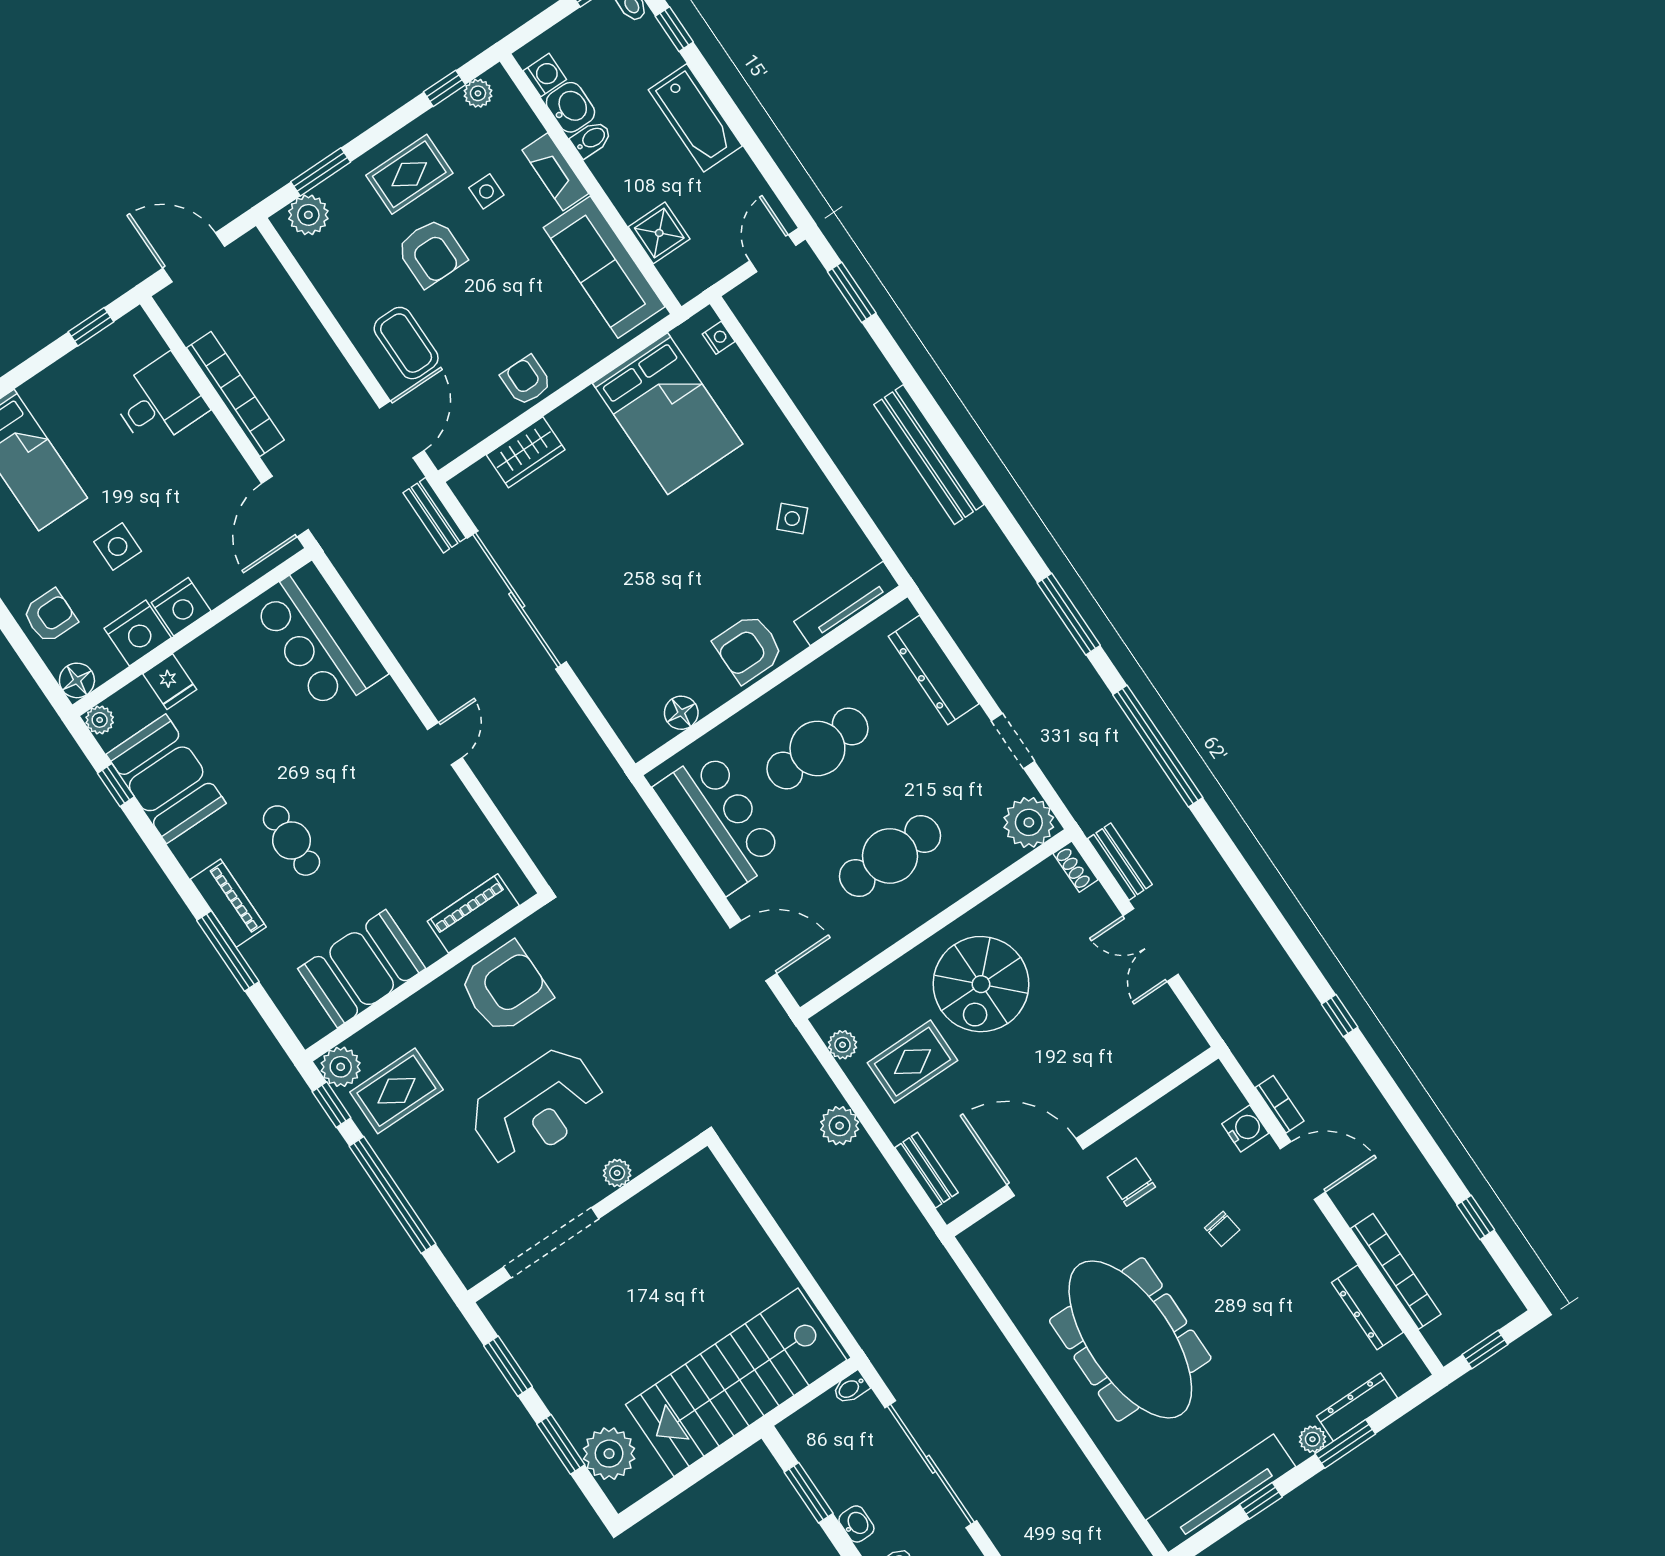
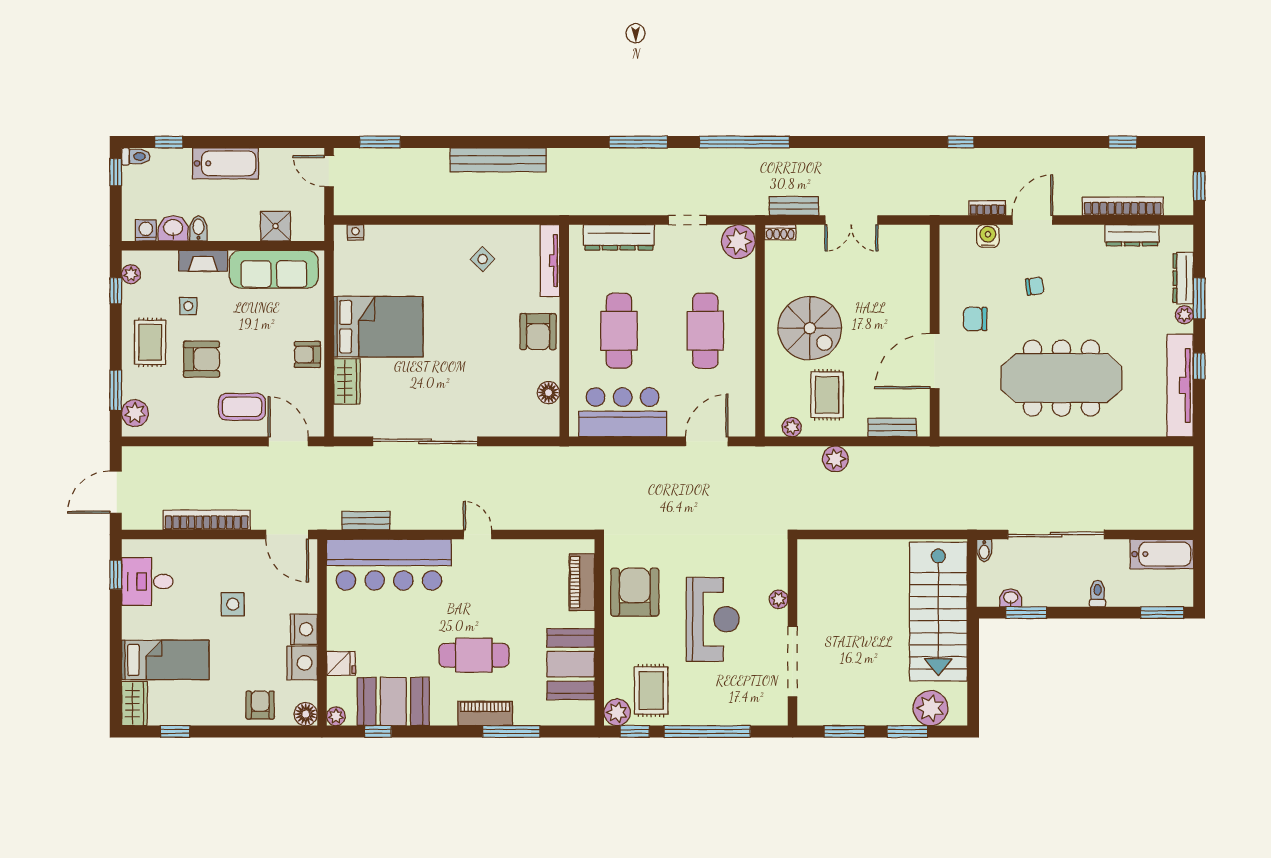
desk: (159, 402) -> (147, 582), moved, turned -90
bed: (668, 414) -> (378, 327), moved
bench: (434, 515) -> (366, 521), moved
side table: (118, 547) -> (233, 604), moved
bar counter: (319, 638) -> (389, 565), width x1.36
cafe table: (291, 841) -> (474, 655), width x1.37, depth x1.35
washbasin: (856, 1524) -> (1011, 598), moved

